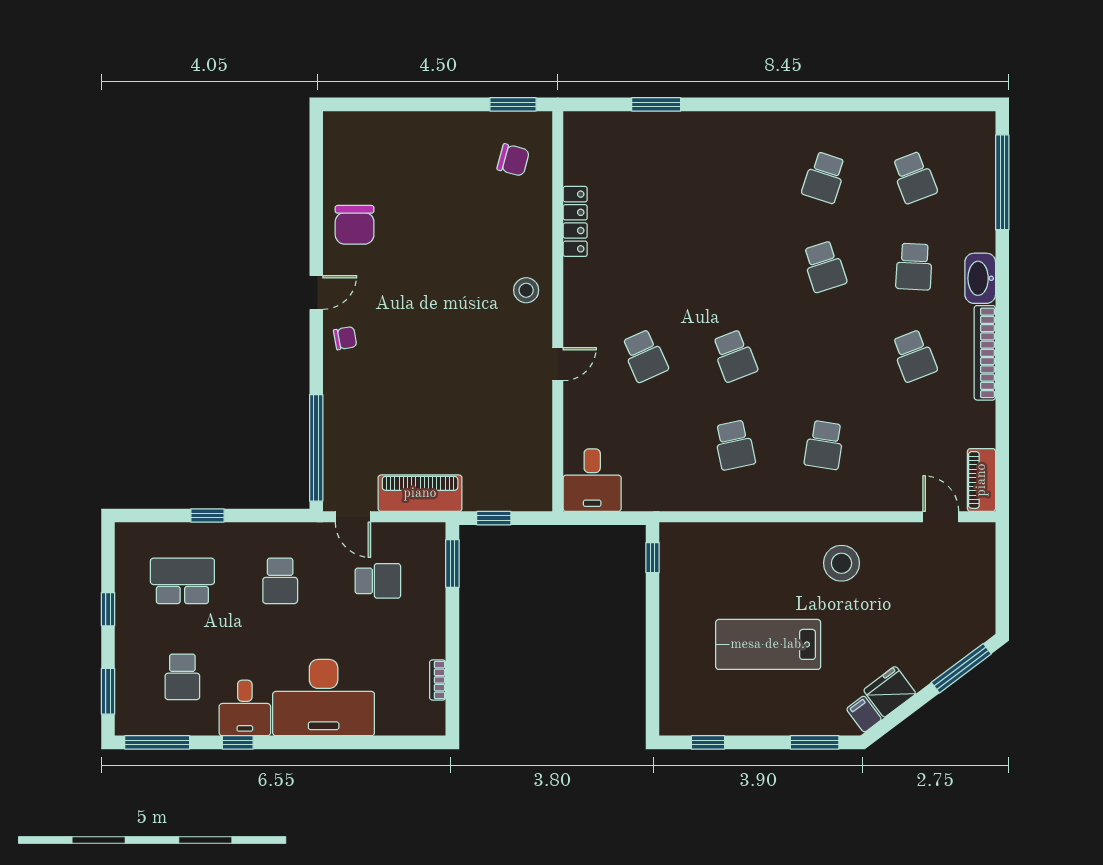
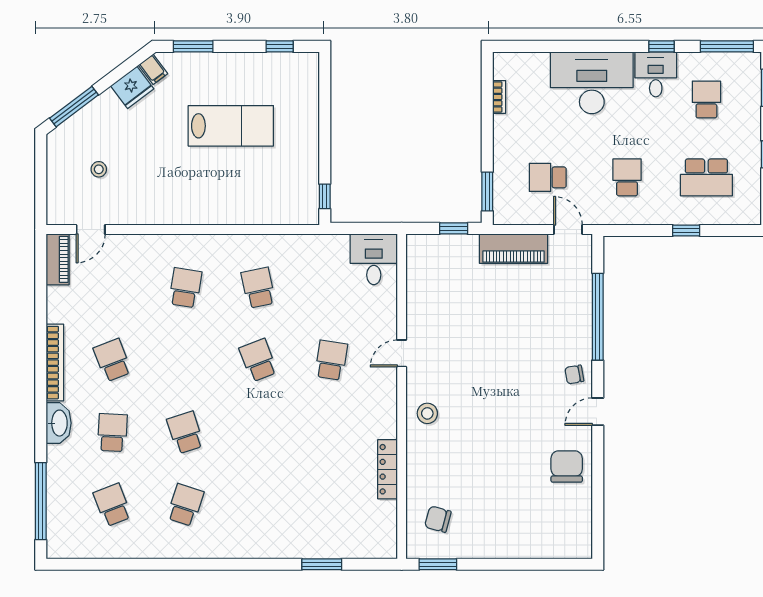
school desk: (645, 356) -> (331, 360), turned 33
window: (316, 448) -> (598, 317), moved
door: (941, 517) -> (91, 229), hinge flipped
stool: (841, 563) -> (99, 169), moved, width x0.53, depth x0.53

